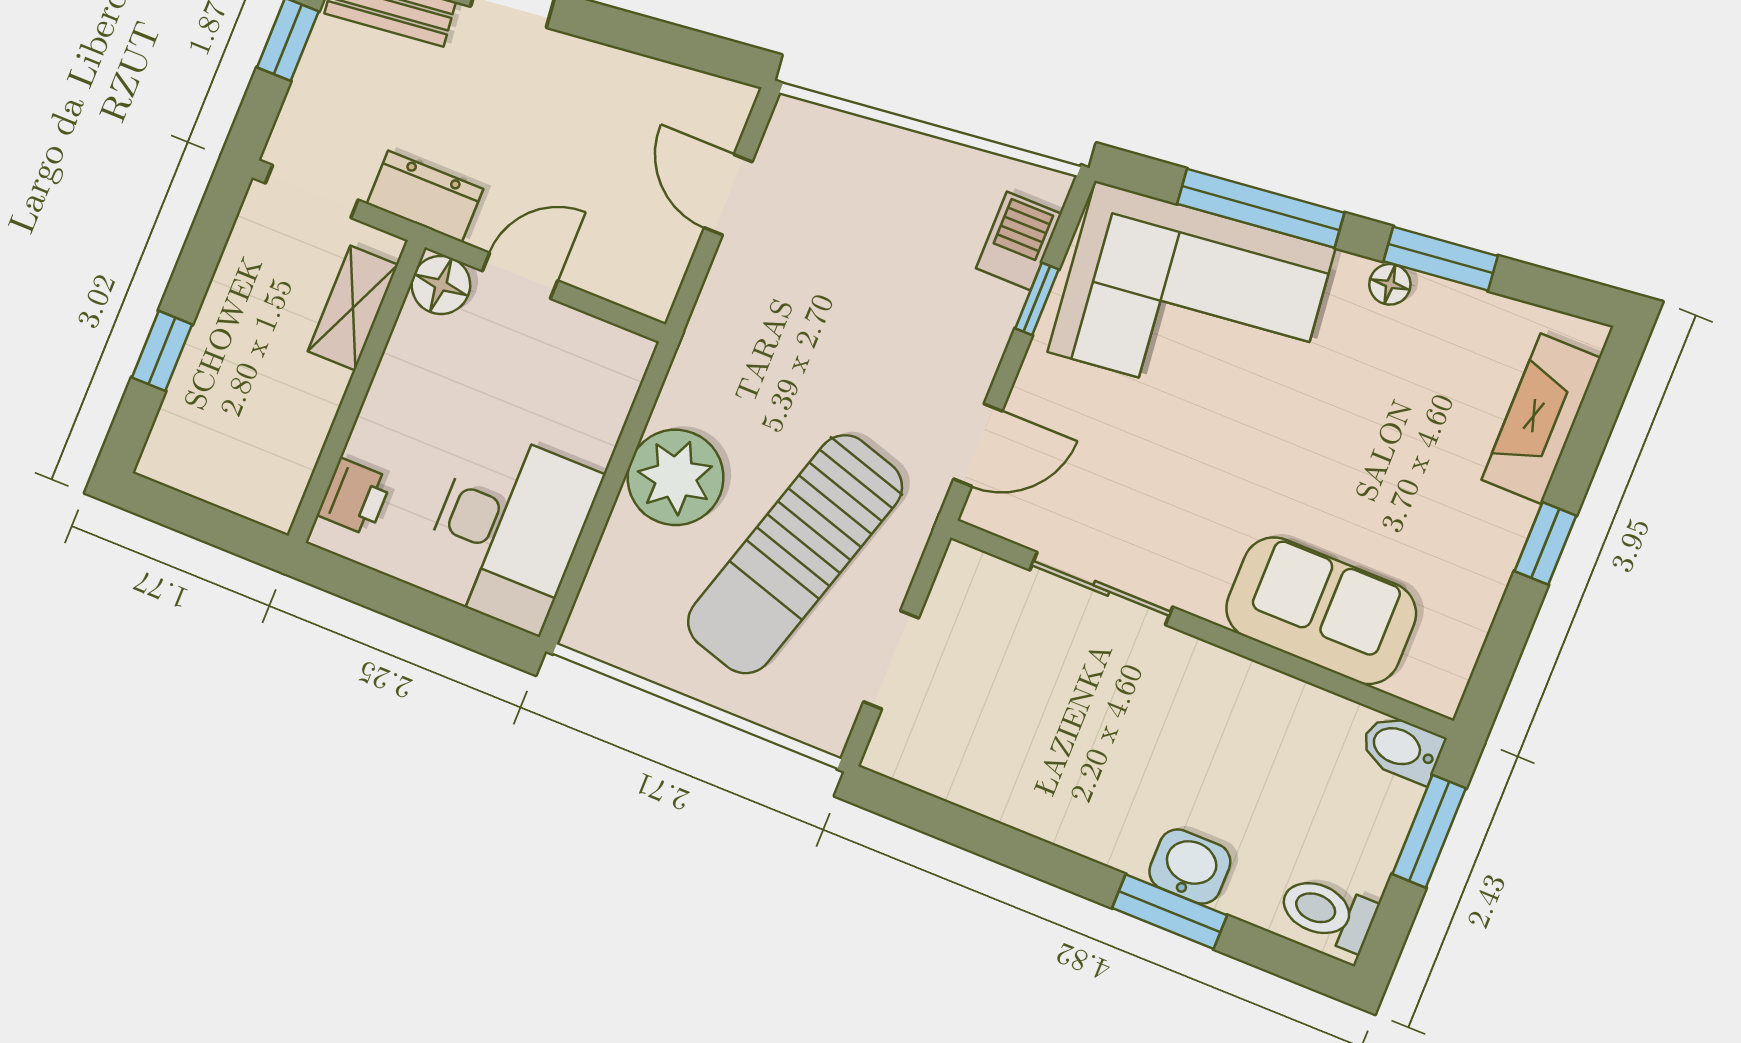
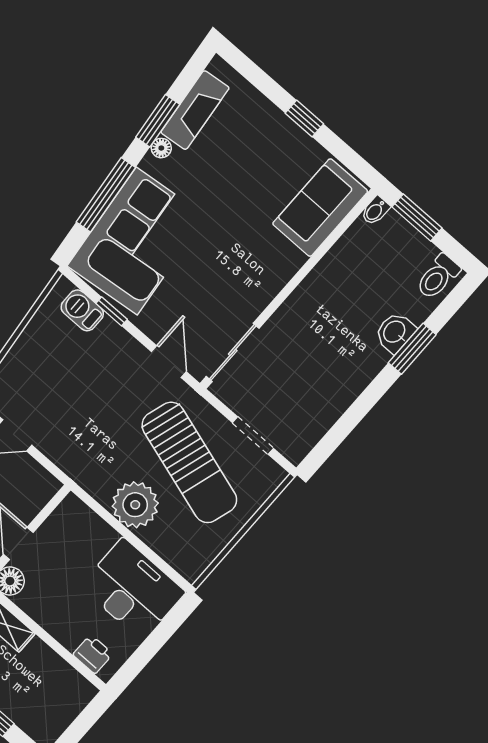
fireplace: (1541, 419) -> (195, 110), moved, turned -96
sliding door: (1101, 588) -> (233, 352), moved
sofa: (1321, 611) -> (320, 208), moved
bidet: (1402, 748) -> (375, 211), width x0.72, depth x0.74

